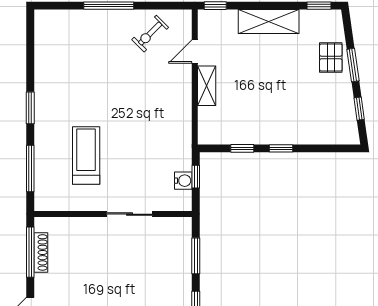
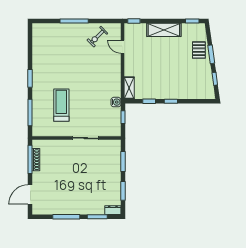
door: (195, 52) -> (122, 47), hinge flipped
shelving: (207, 86) -> (129, 88), moved
water cooler: (183, 181) -> (116, 102), moved

